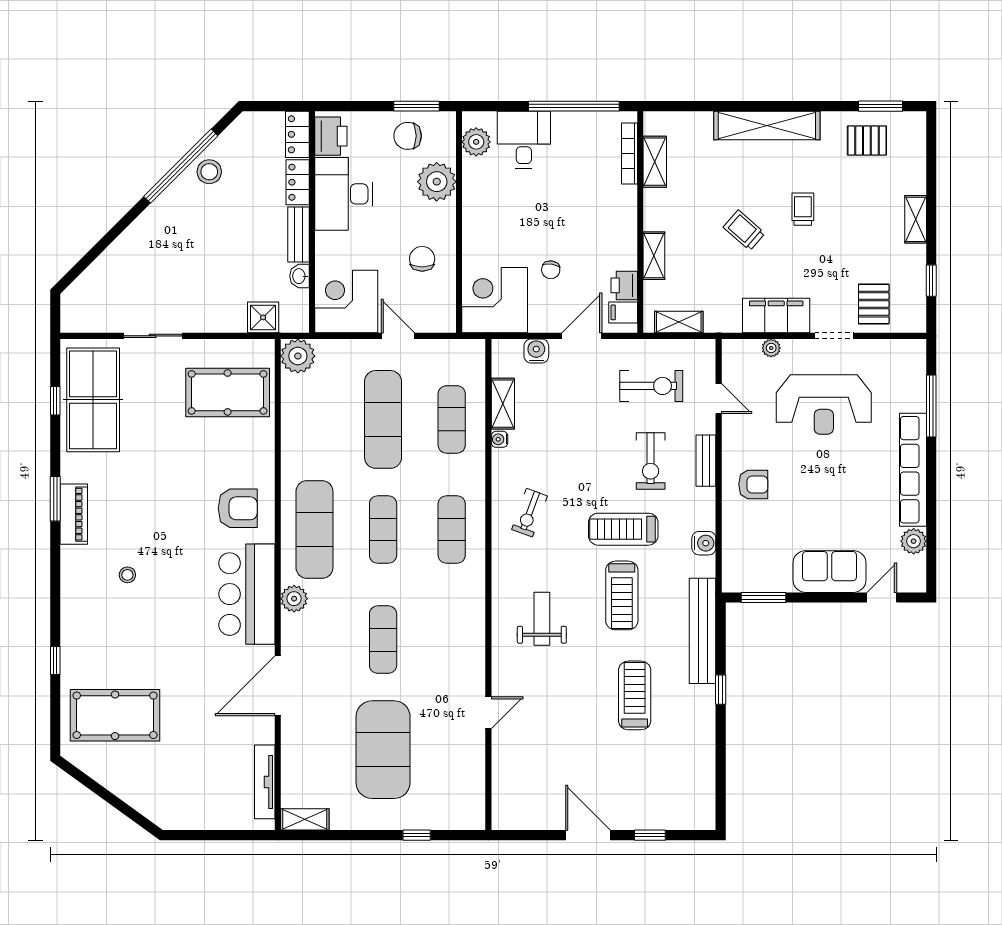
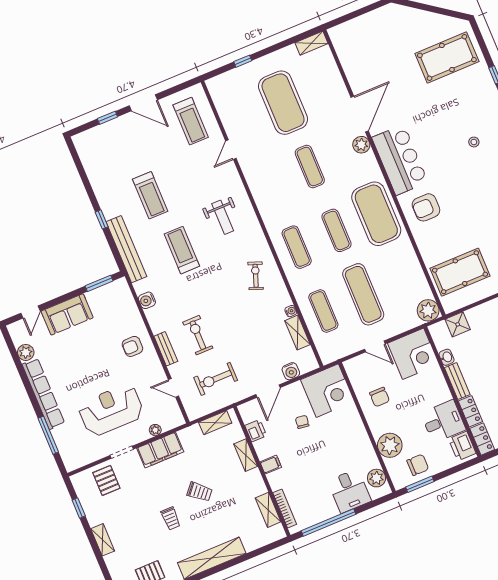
desk: (344, 194) -> (443, 421), width x0.73
filing cabinet: (623, 312) -> (271, 465), moved
exercise mat: (314, 529) -> (376, 214), width x1.47
treadmill: (623, 529) -> (191, 121), moved, turned 90
plant: (294, 599) -> (361, 145), moved
tv unit: (265, 782) -> (344, 55), removed

